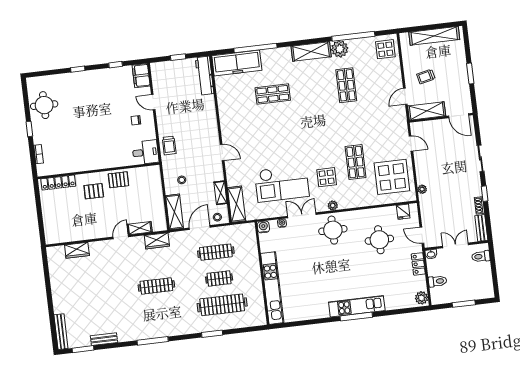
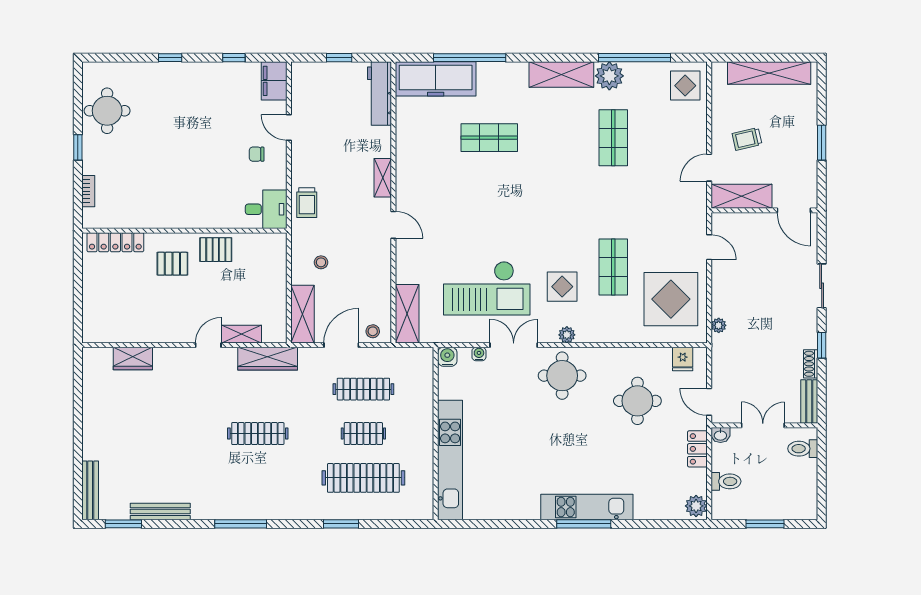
shelving: (220, 193) -> (383, 178), moved
wardrobe: (157, 241) -> (268, 359), width x1.50
bench: (104, 339) -> (160, 512), width x1.36

